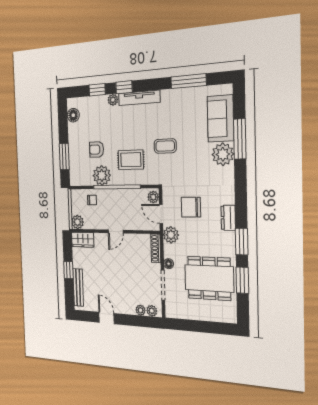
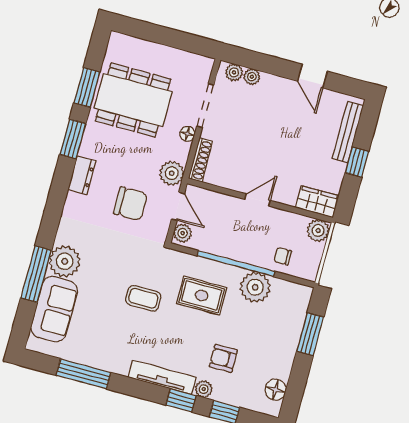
armchair: (97, 149) -> (223, 358), moved, turned 180

